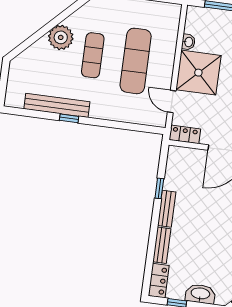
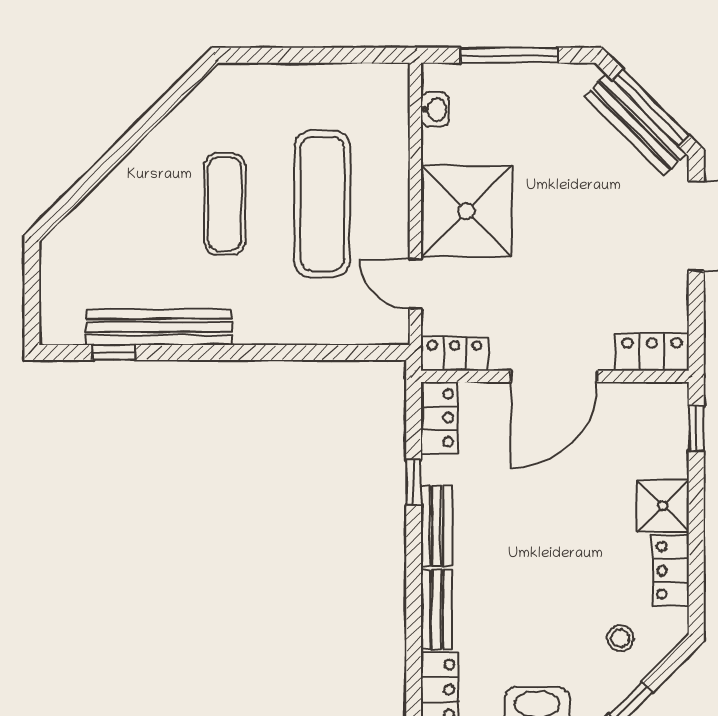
plant: (61, 37) -> (147, 173), removed
washbasin: (188, 42) -> (435, 109), moved
window: (69, 118) -> (114, 353), moved
locker: (174, 161) -> (439, 418), added

